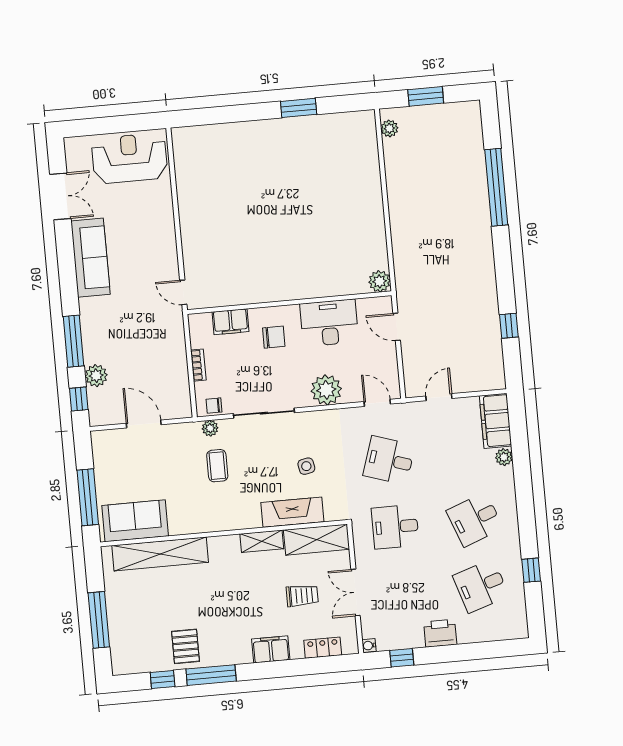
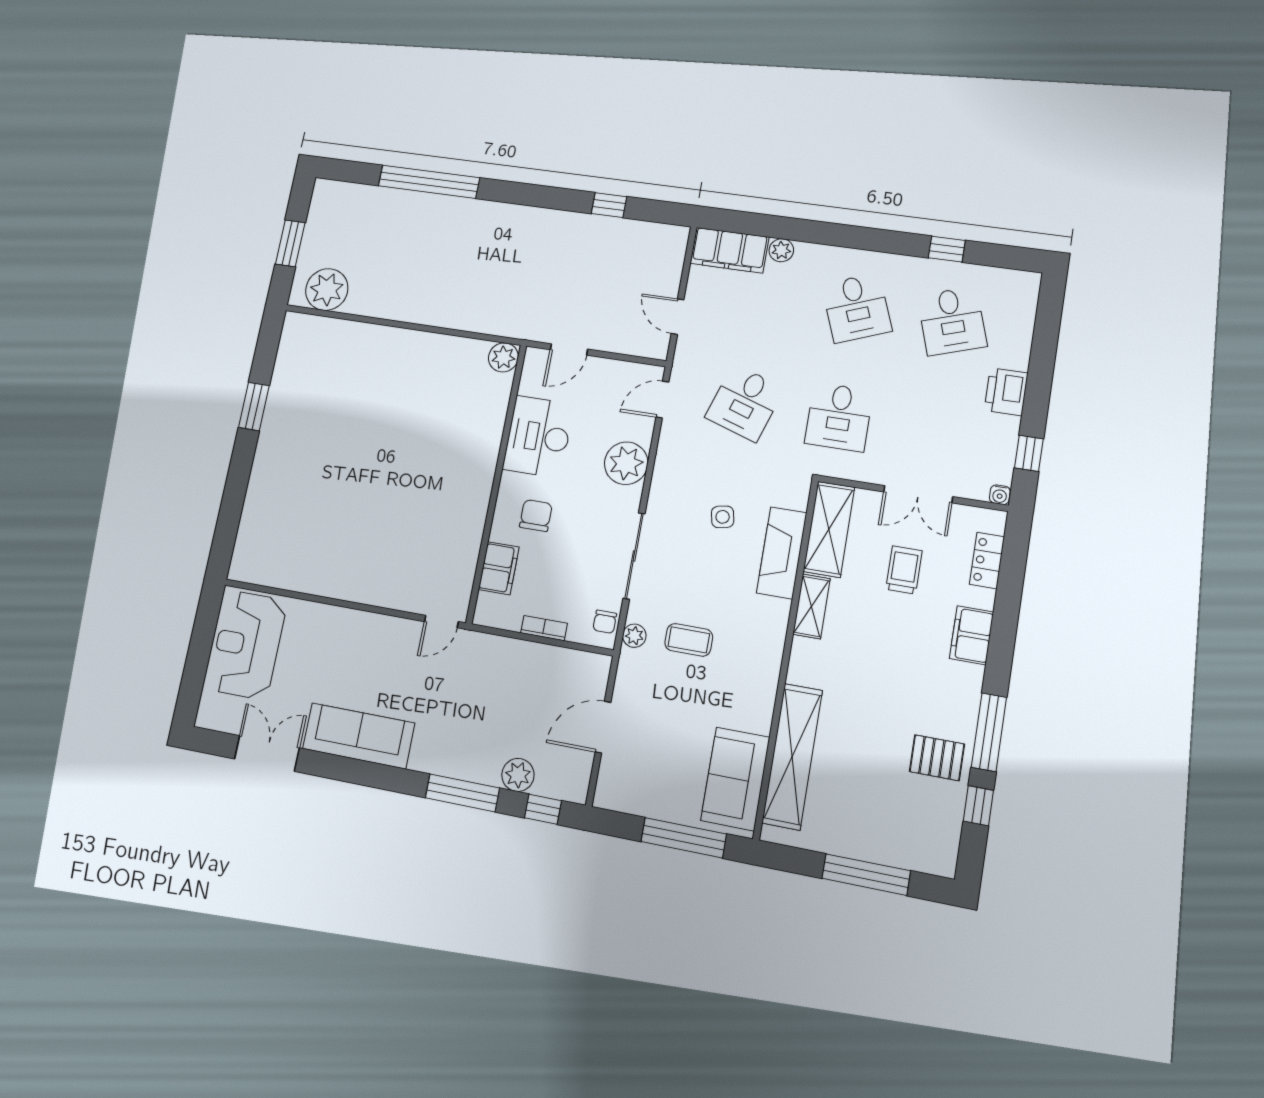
plant: (389, 128) -> (327, 290), width x1.88, depth x1.88

